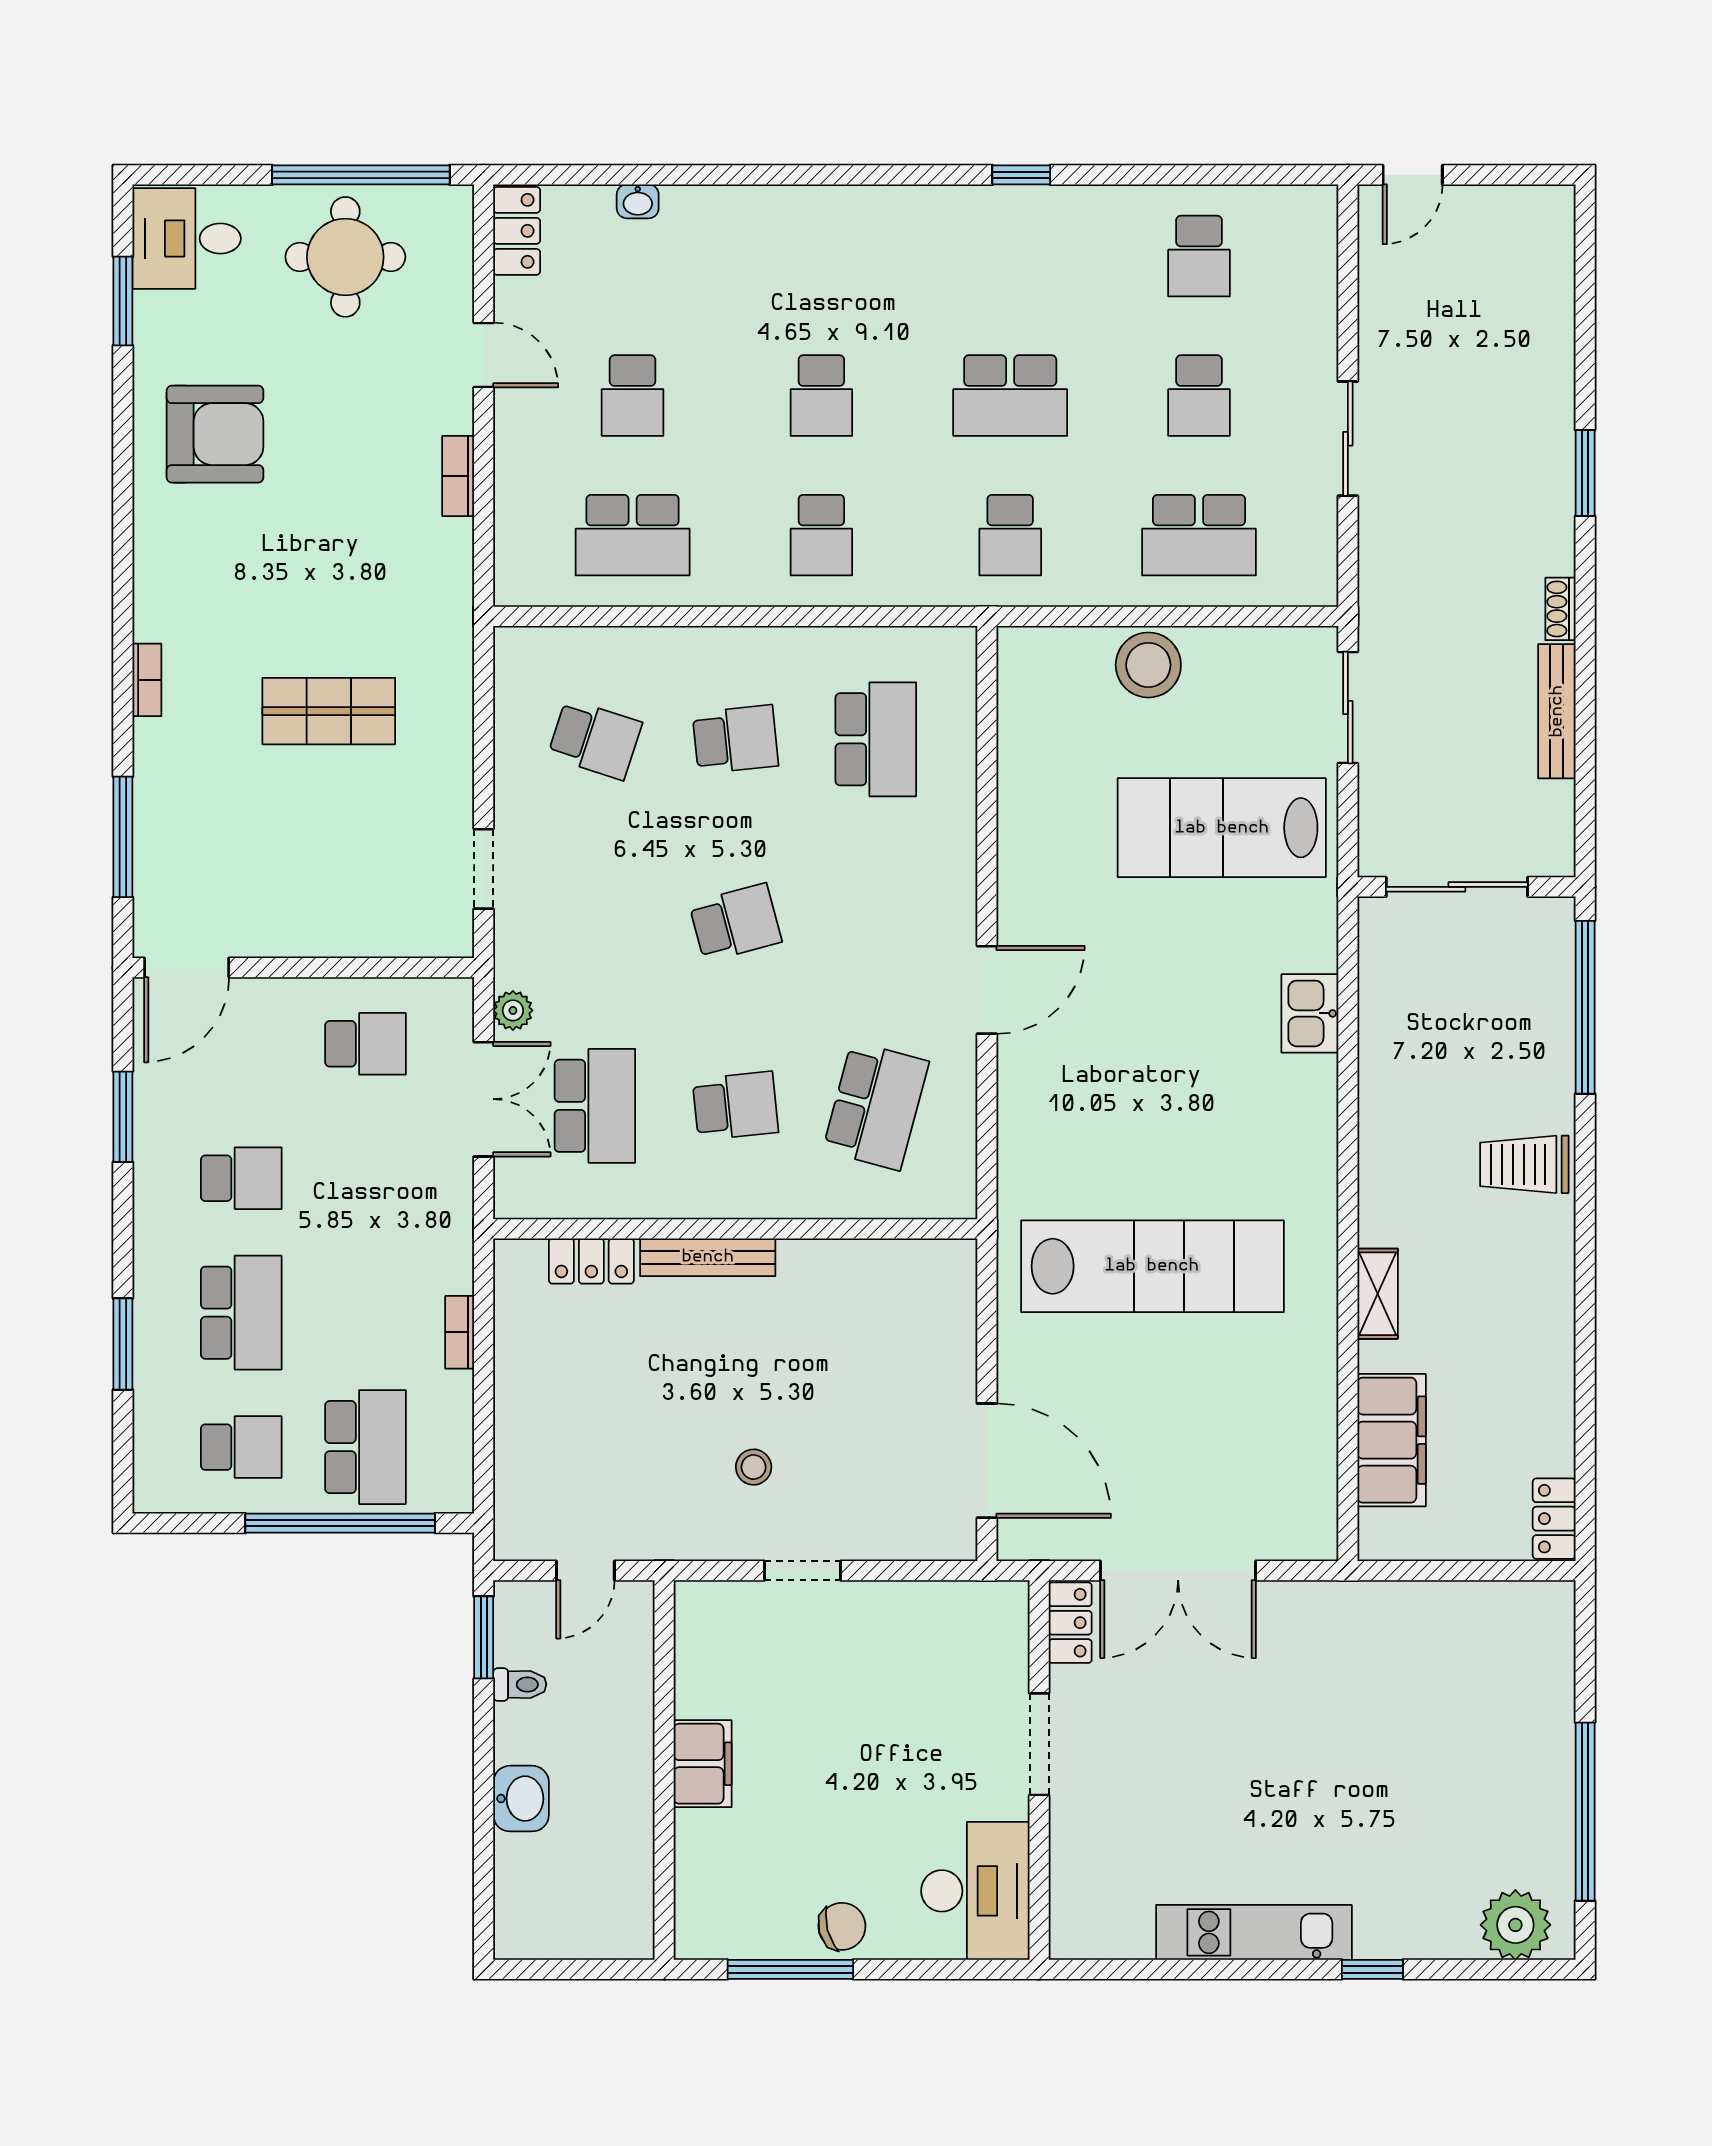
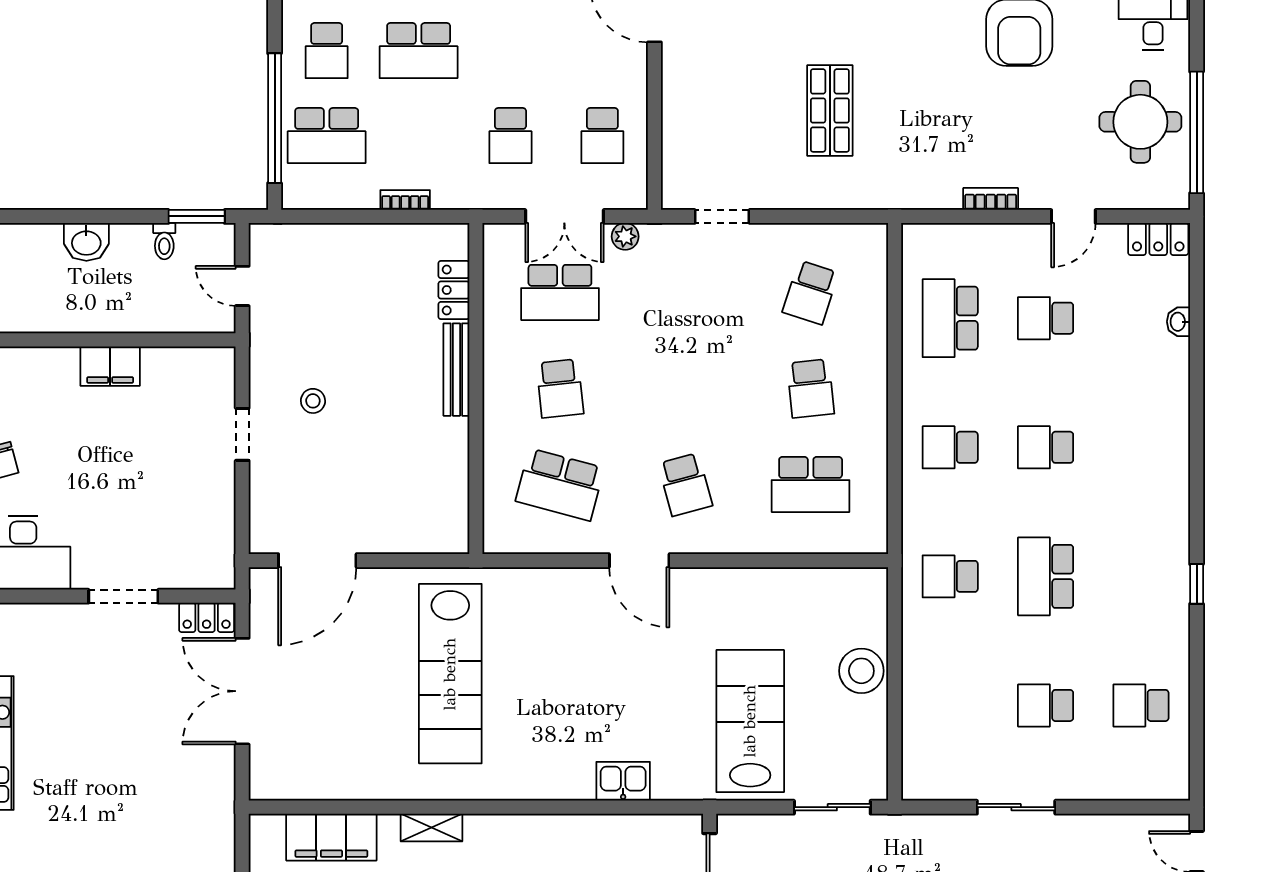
school desk: (1199, 535) -> (950, 705), removed
school desk: (735, 923) -> (685, 485), moved
school desk: (241, 1178) -> (510, 136), moved

